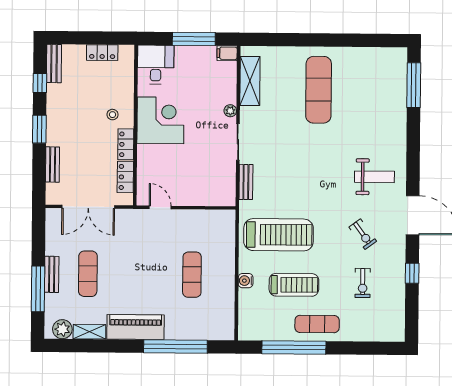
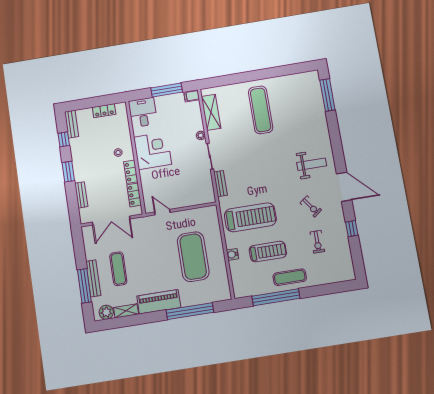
bench: (52, 274) -> (93, 278), width x1.36
exercise mat: (192, 275) -> (193, 257), width x2.00, depth x1.45

